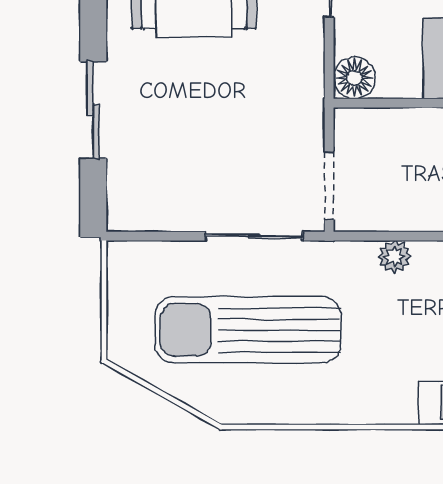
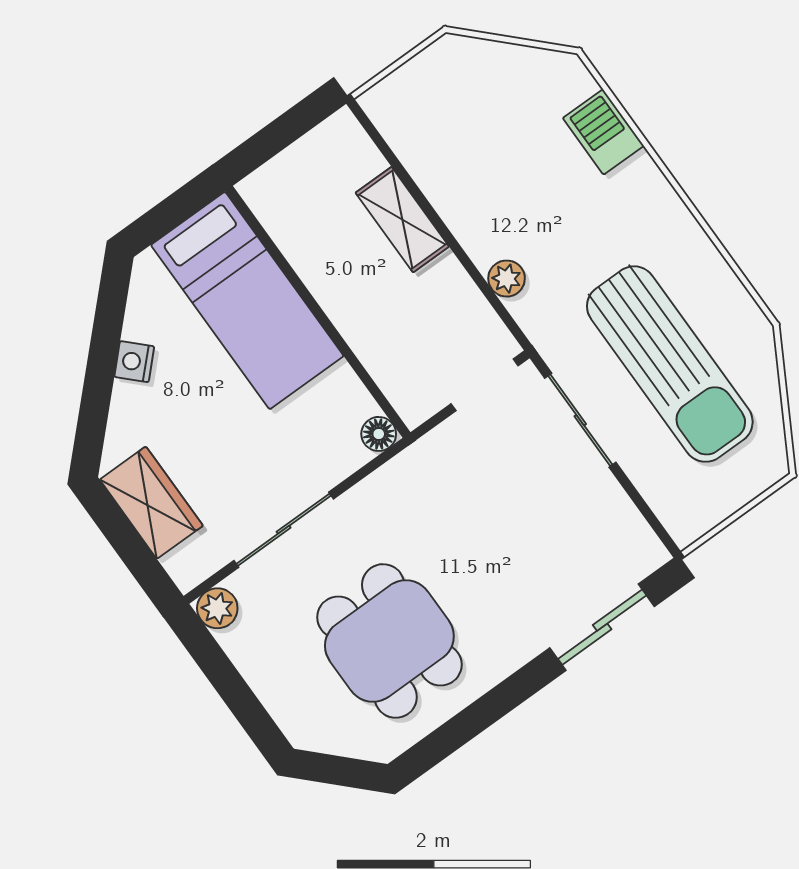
floor lamp: (354, 78) -> (379, 434), width x0.73, depth x0.73
sliding door: (93, 110) -> (602, 627), moved

